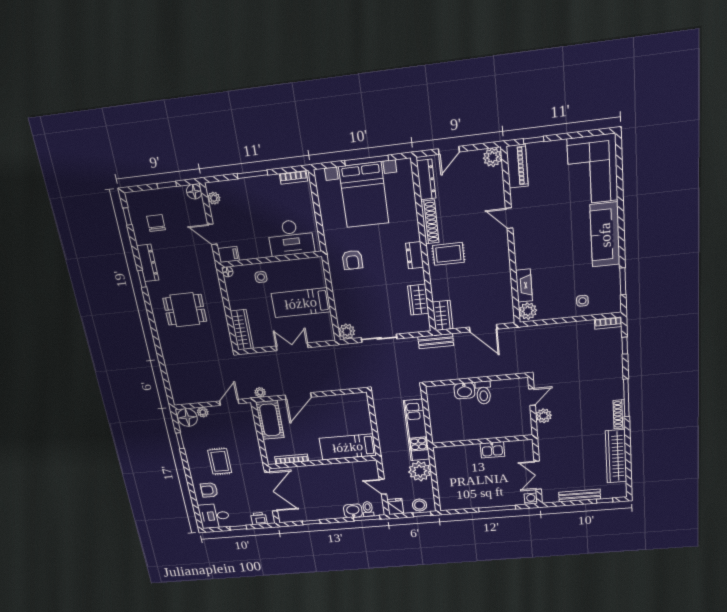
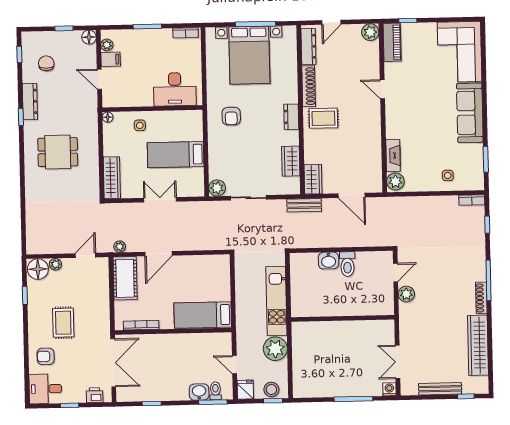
filing cabinet: (228, 254) -> (111, 59), moved
kitchen sink: (492, 450) -> (353, 329), removed

